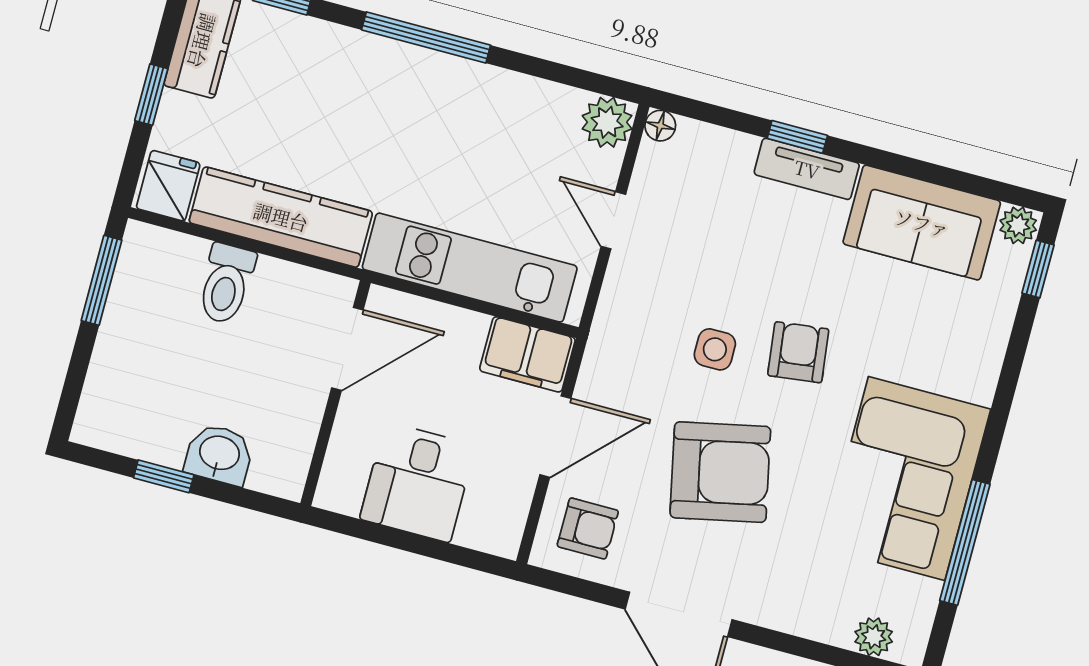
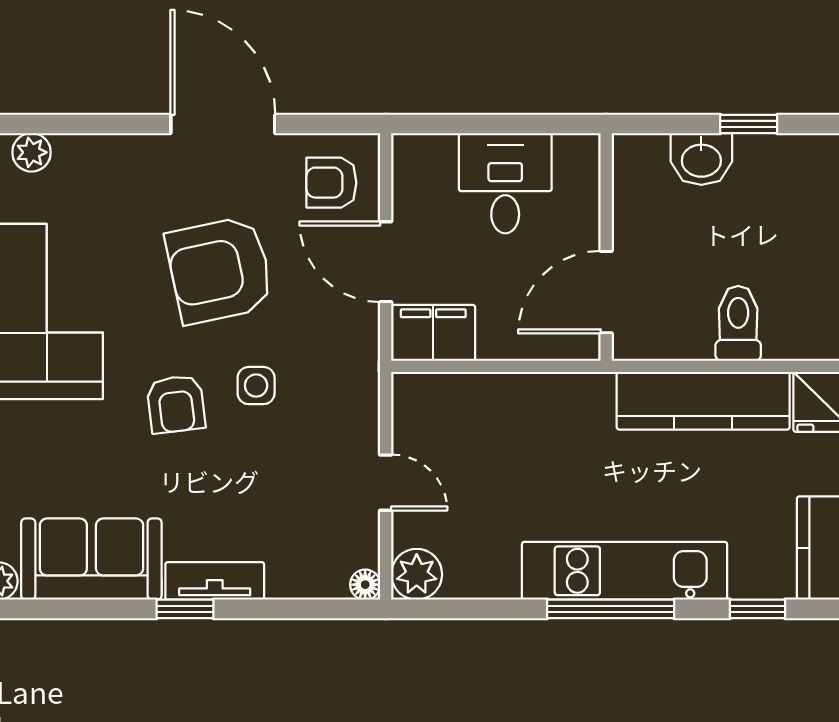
window: (797, 137) -> (185, 609), moved
kitchen unit: (470, 268) -> (625, 571), moved, turned 180
door: (555, 437) -> (386, 262), hinge flipped

